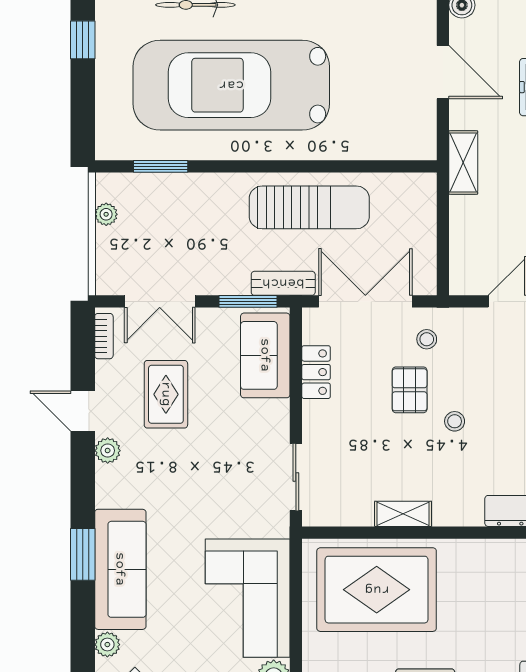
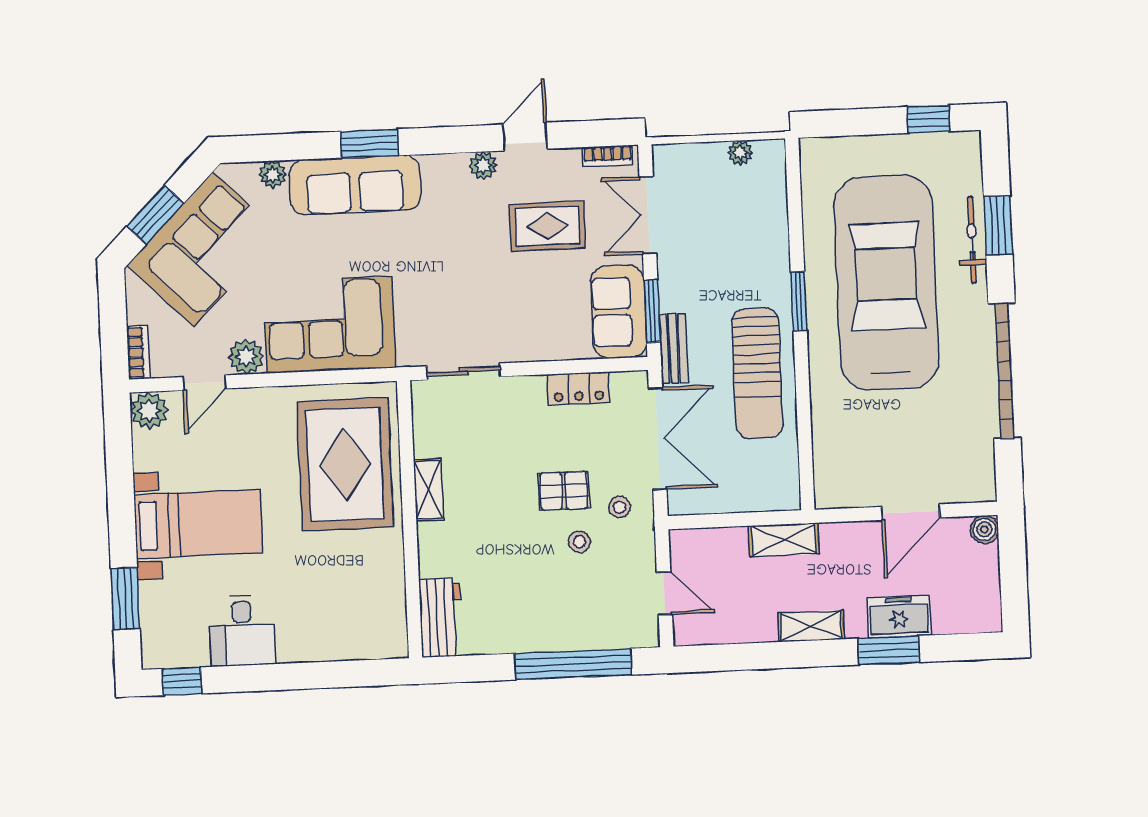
shelving: (463, 163) -> (784, 540), moved
window: (161, 166) -> (799, 301), moved
sofa: (265, 355) -> (619, 312), moved, turned -90
stool: (455, 421) -> (579, 542), moved

